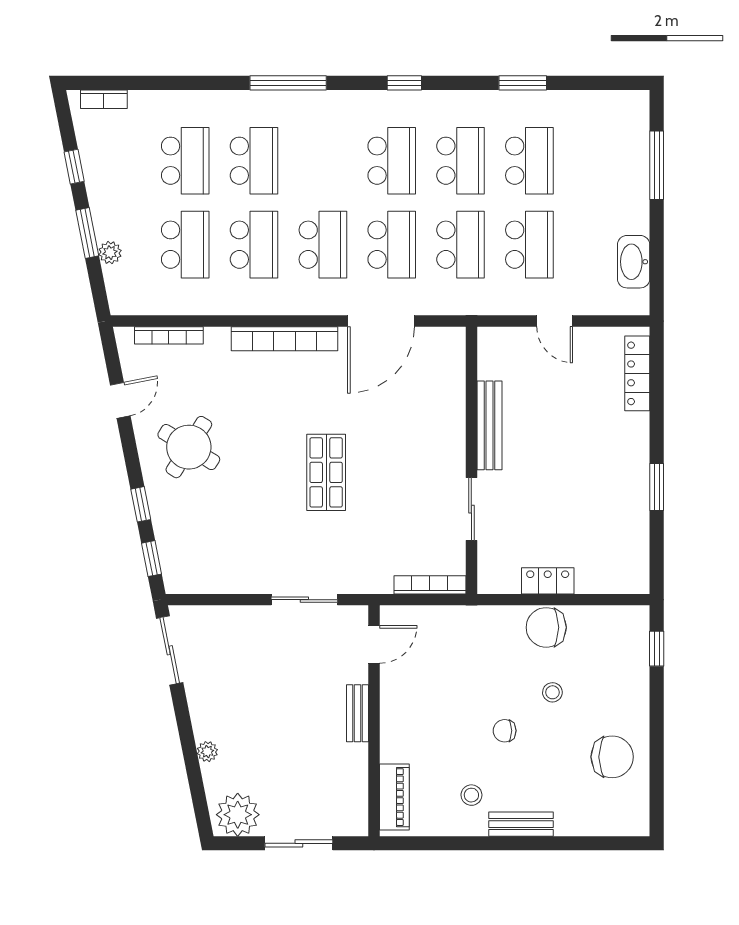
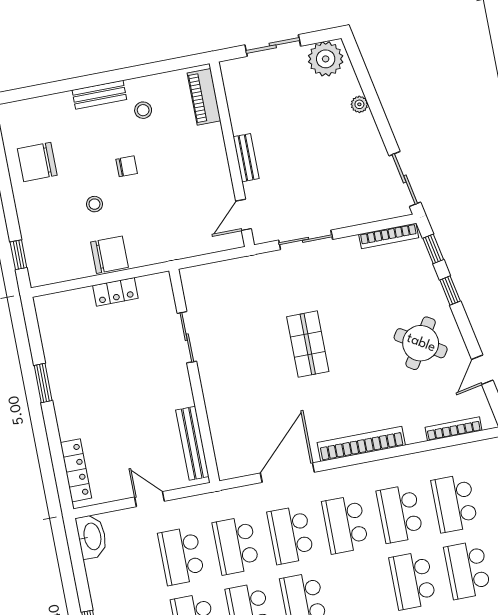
washbasin: (634, 262) -> (92, 537), moved
bench: (490, 425) -> (192, 443), moved
bookcase: (430, 585) -> (389, 236), moved

